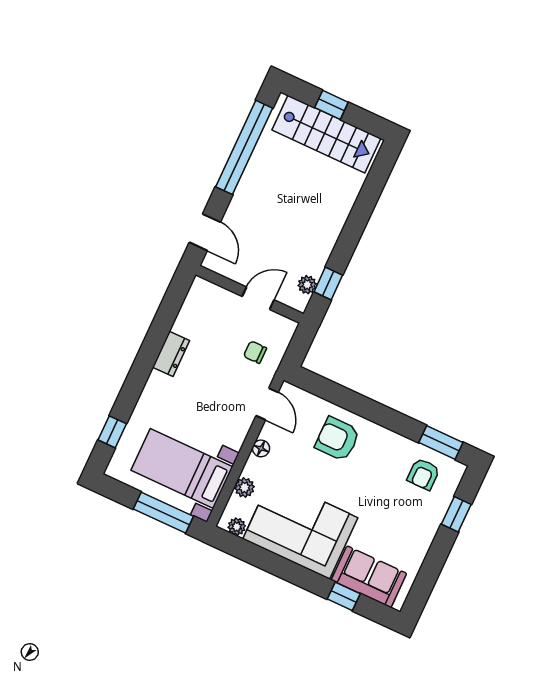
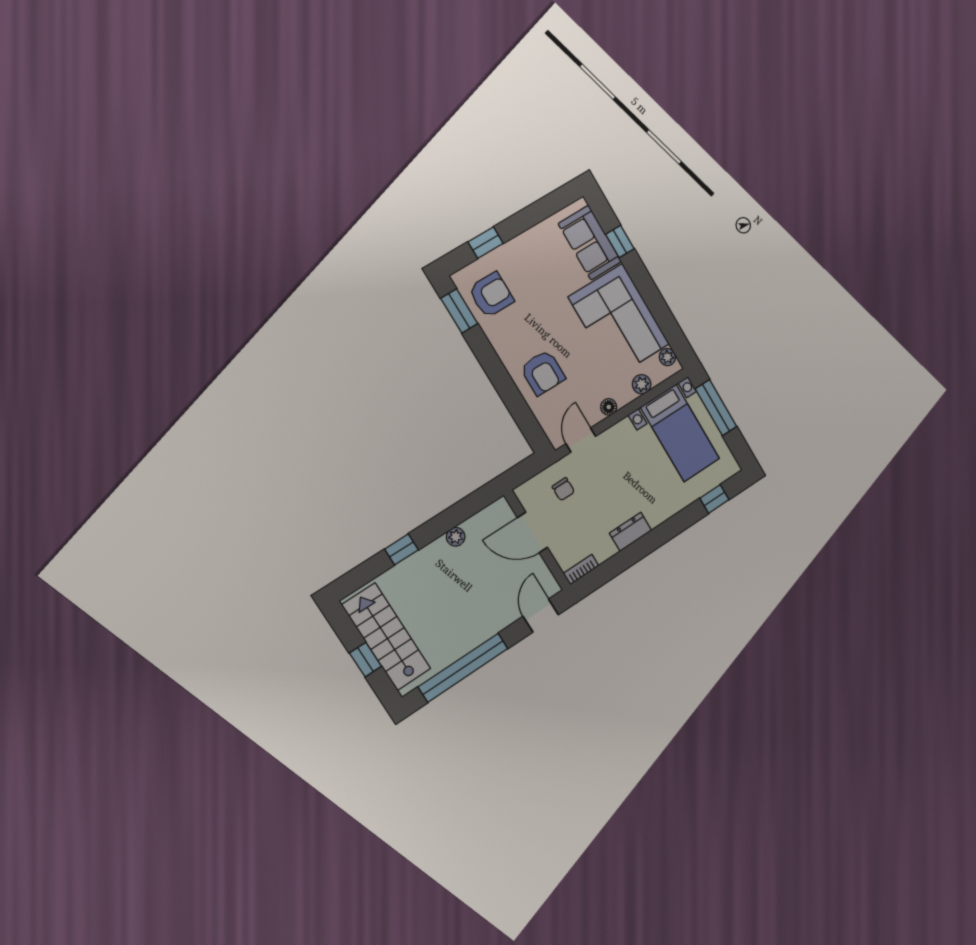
window: (328, 284) -> (401, 549), moved
plant: (307, 285) -> (456, 537), moved
bookcase: (195, 293) -> (581, 570), added
door: (258, 298) -> (533, 532), width x1.38
armchair: (423, 474) -> (491, 295), width x1.38, depth x1.38

